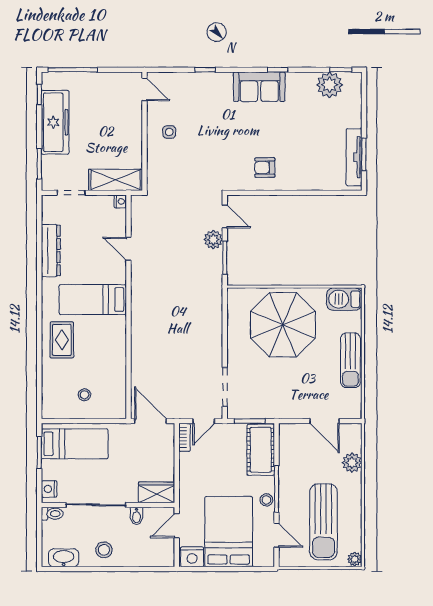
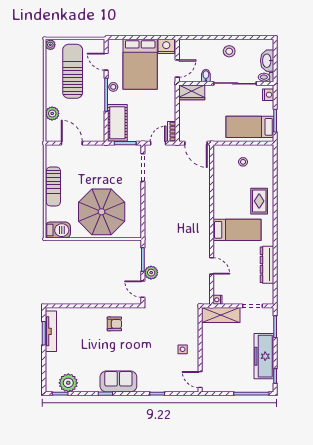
sun lounger: (350, 360) -> (53, 186), turned 180
washbasin: (64, 558) -> (267, 61), moved, turned 90

